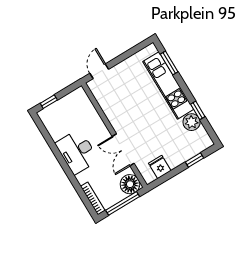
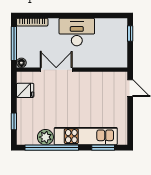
window: (198, 110) -> (52, 148), width x3.17
floor lamp: (130, 184) -> (21, 63), width x0.53, depth x0.53

